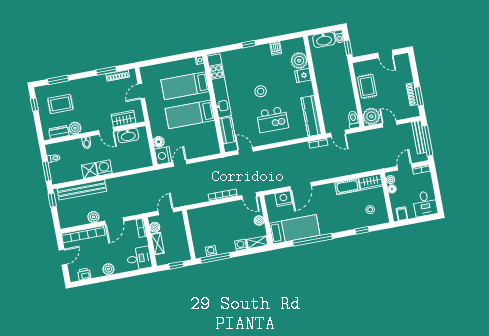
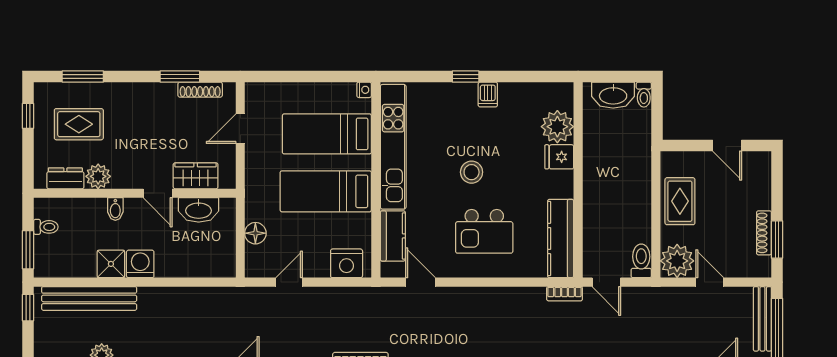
dishwasher: (276, 48) -> (488, 95), moved
window: (348, 48) -> (657, 119), removed
nightstand: (163, 156) -> (347, 263), moved, turned -90

